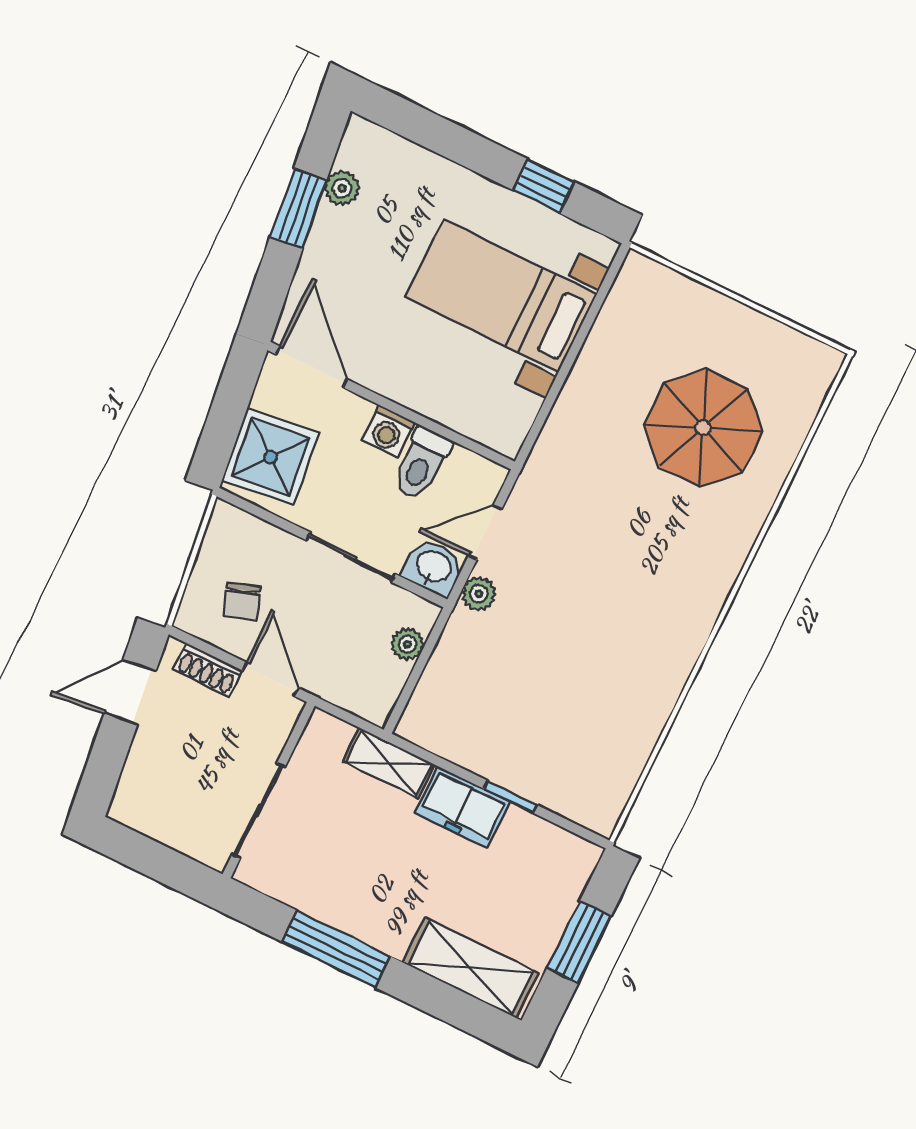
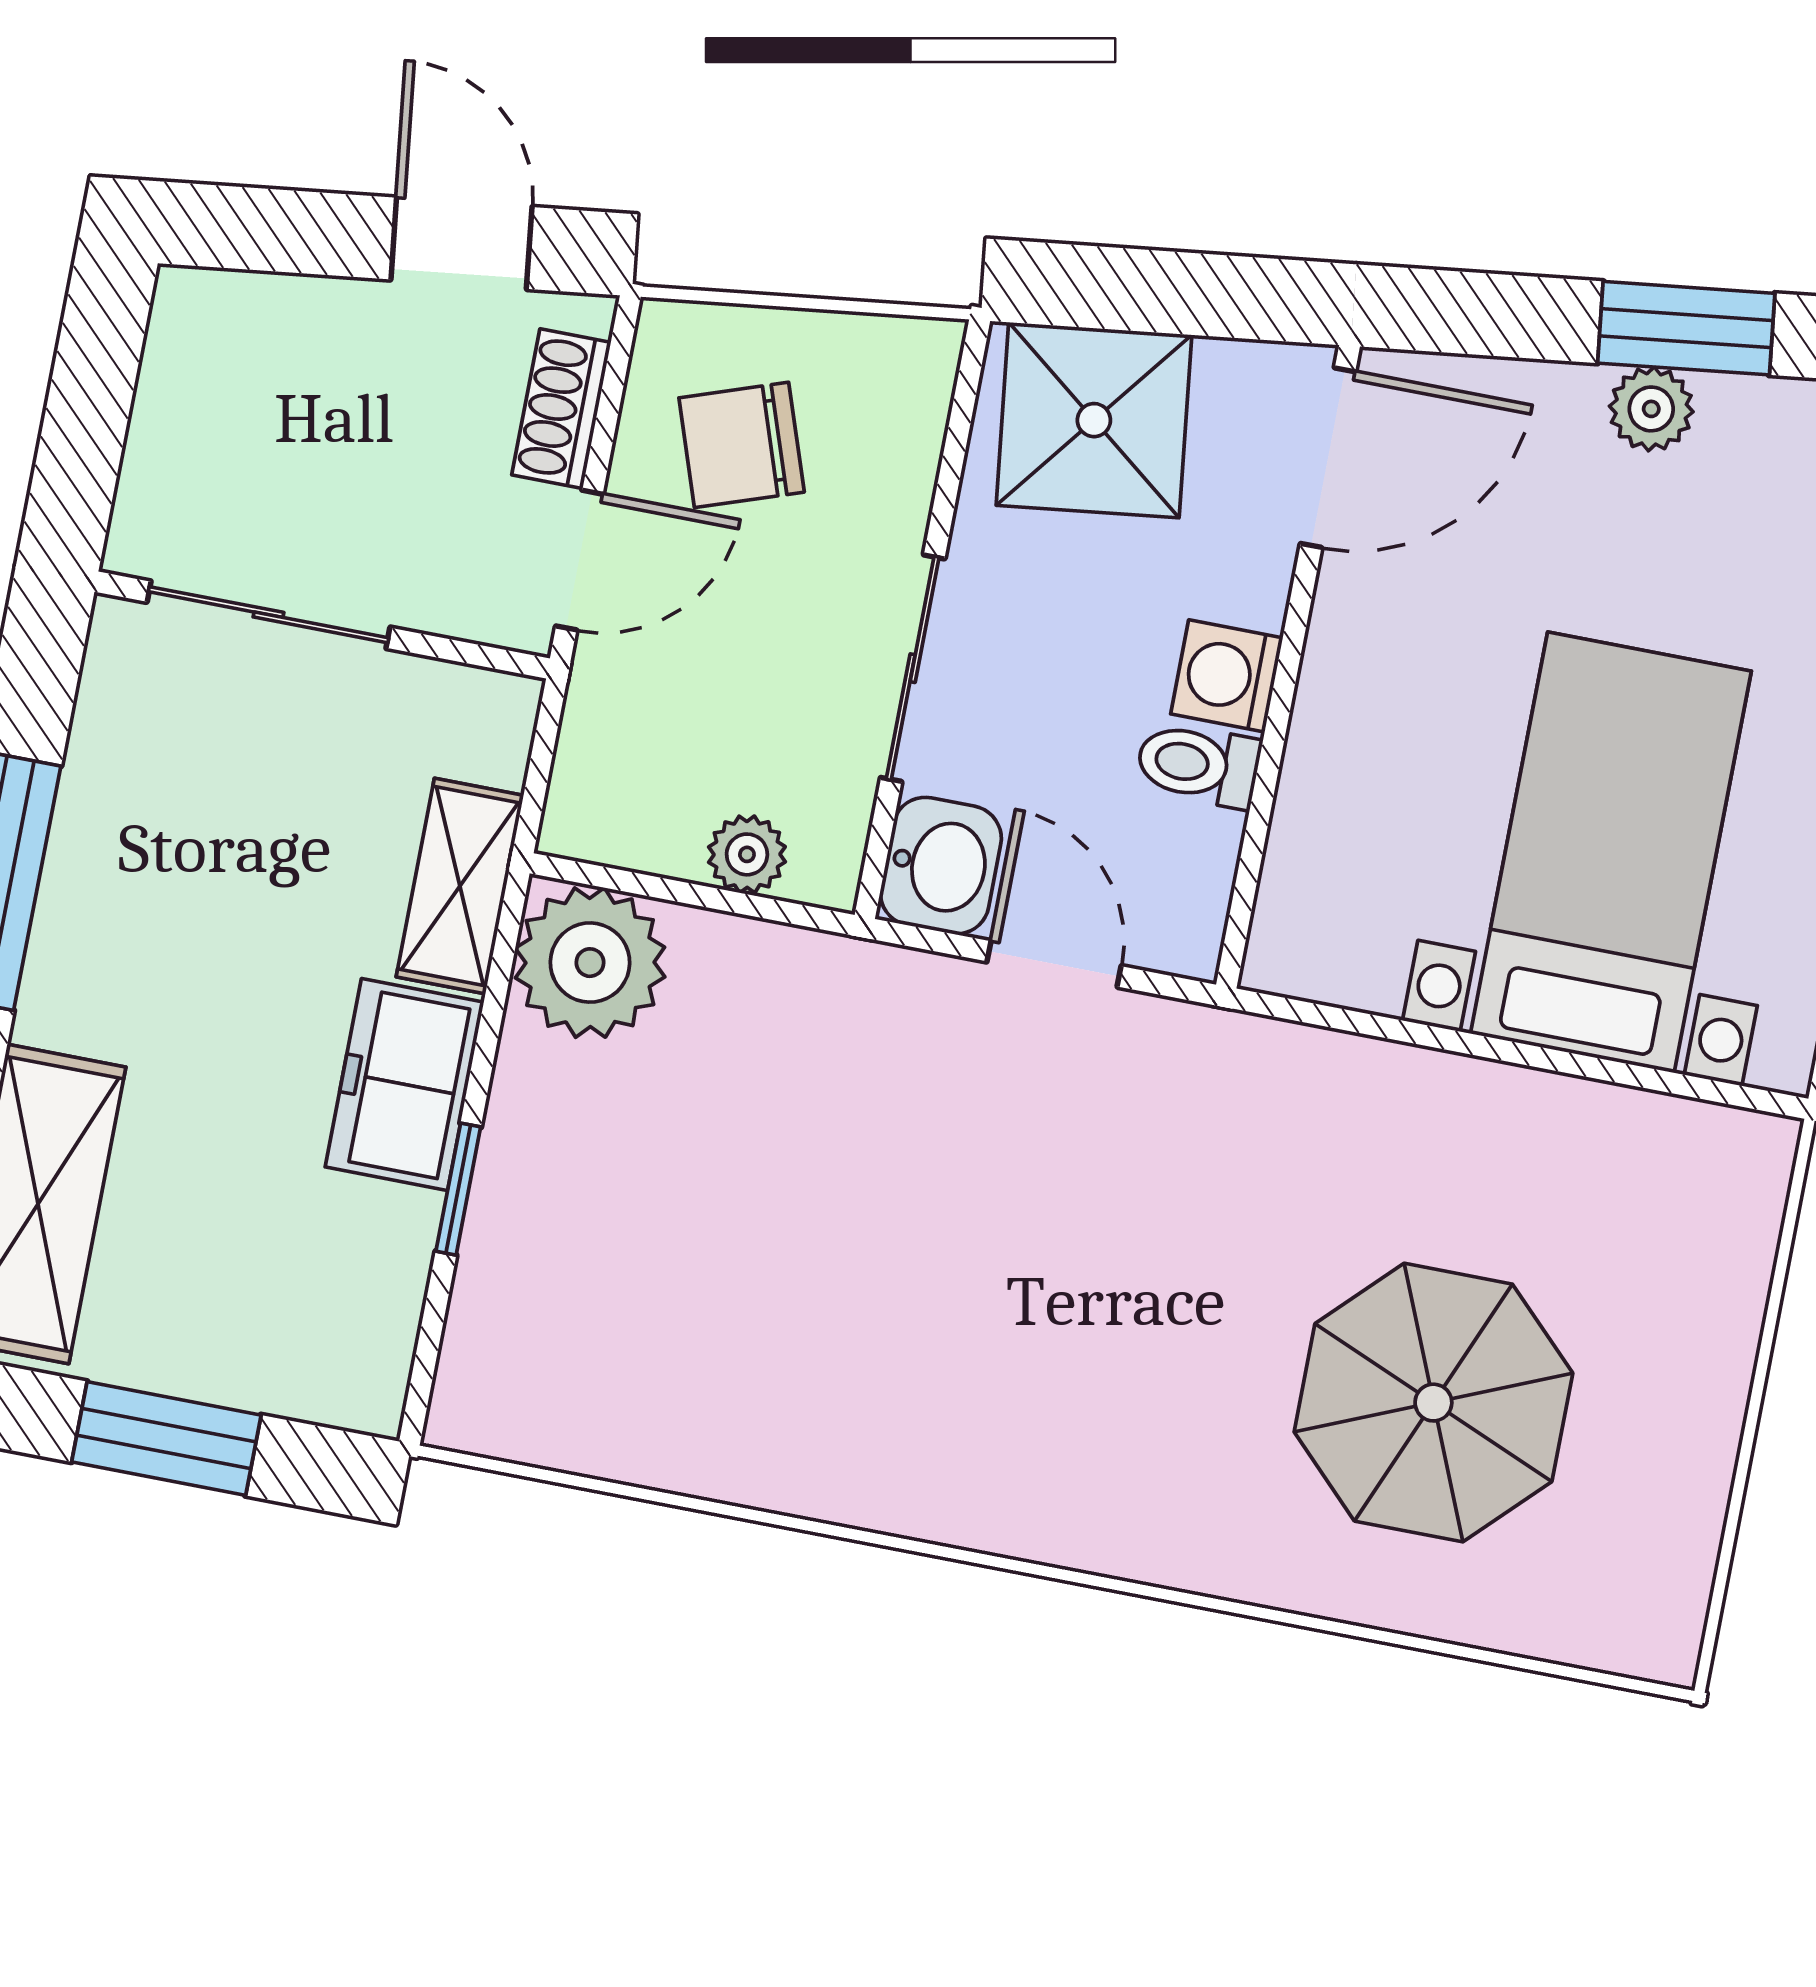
plant: (342, 188) -> (1651, 409), moved
toilet: (422, 464) -> (1198, 765), width x0.73, depth x0.72
plant: (479, 594) -> (590, 963), moved, width x1.88, depth x1.88
chair: (242, 601) -> (742, 445), width x1.37, depth x1.37

